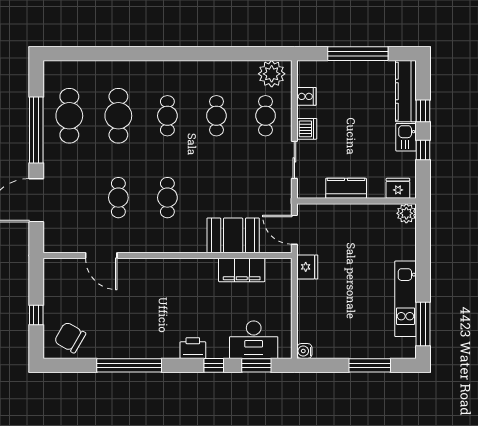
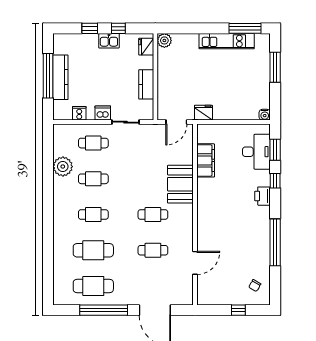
plant: (272, 74) -> (63, 167), moved
kitchen counter: (406, 91) -> (60, 77), moved, turned -90
booth: (233, 235) -> (180, 184), moved
chair: (70, 337) -> (255, 286), width x0.54, depth x0.54

